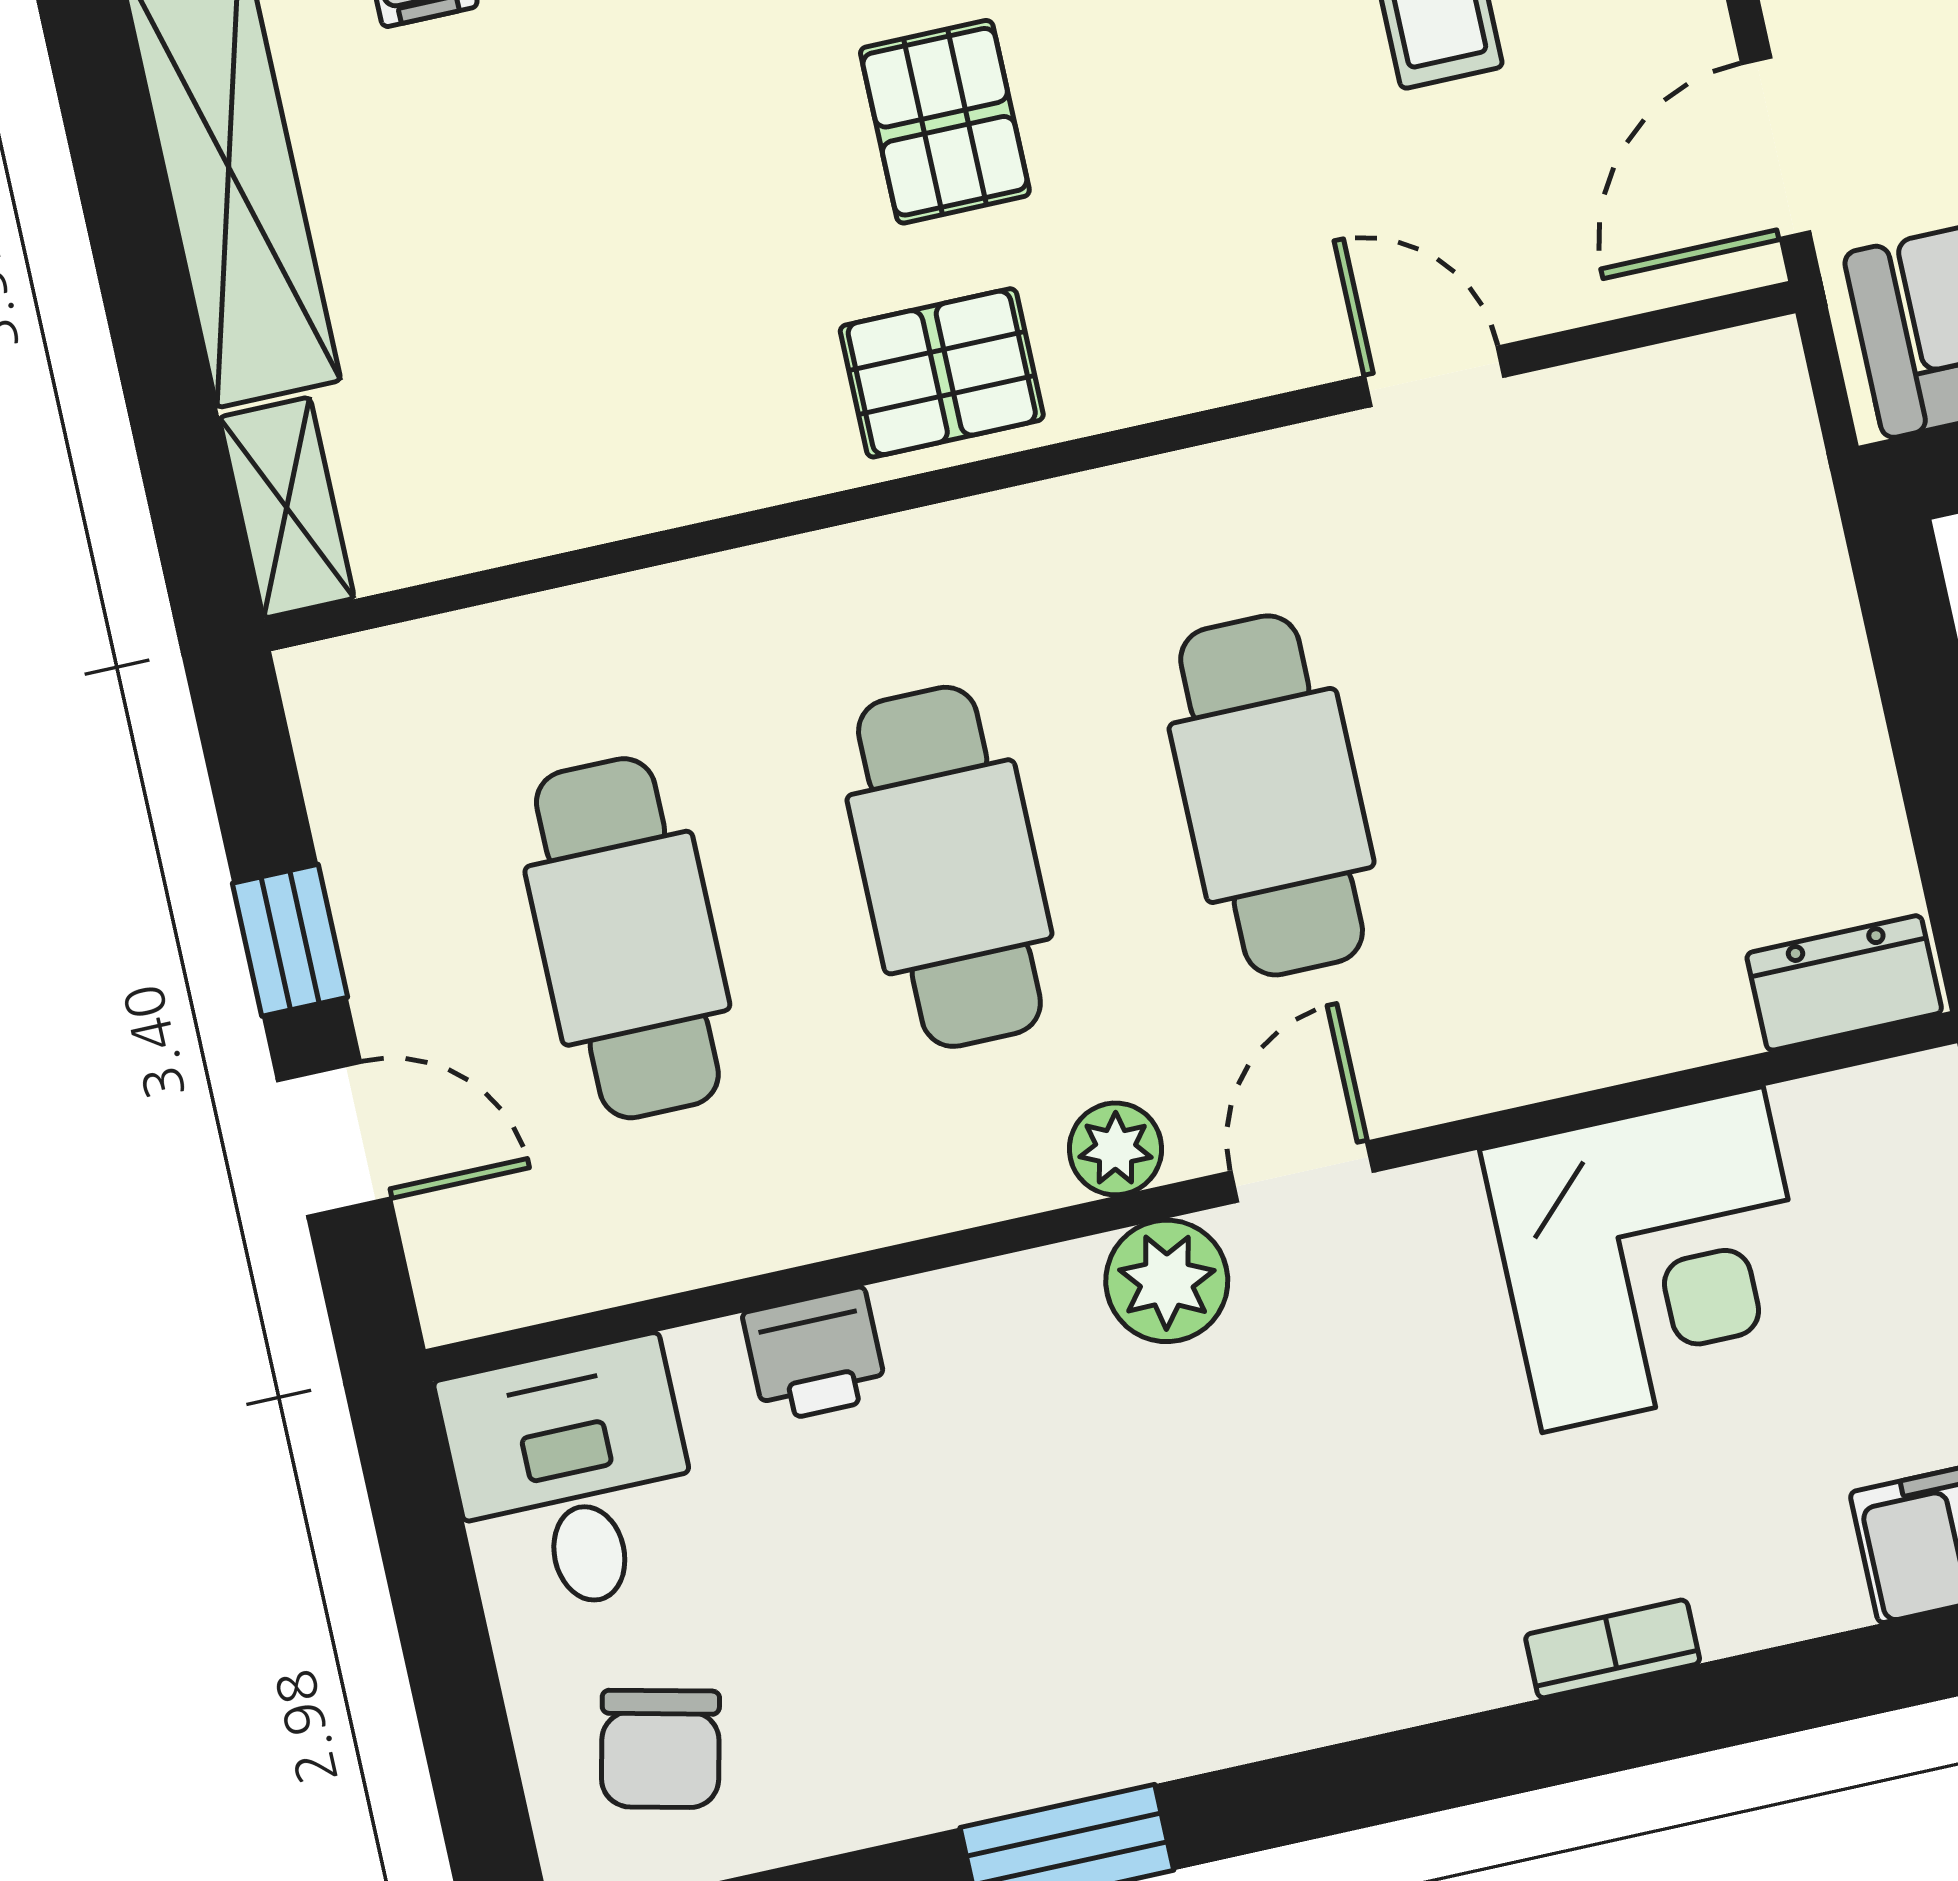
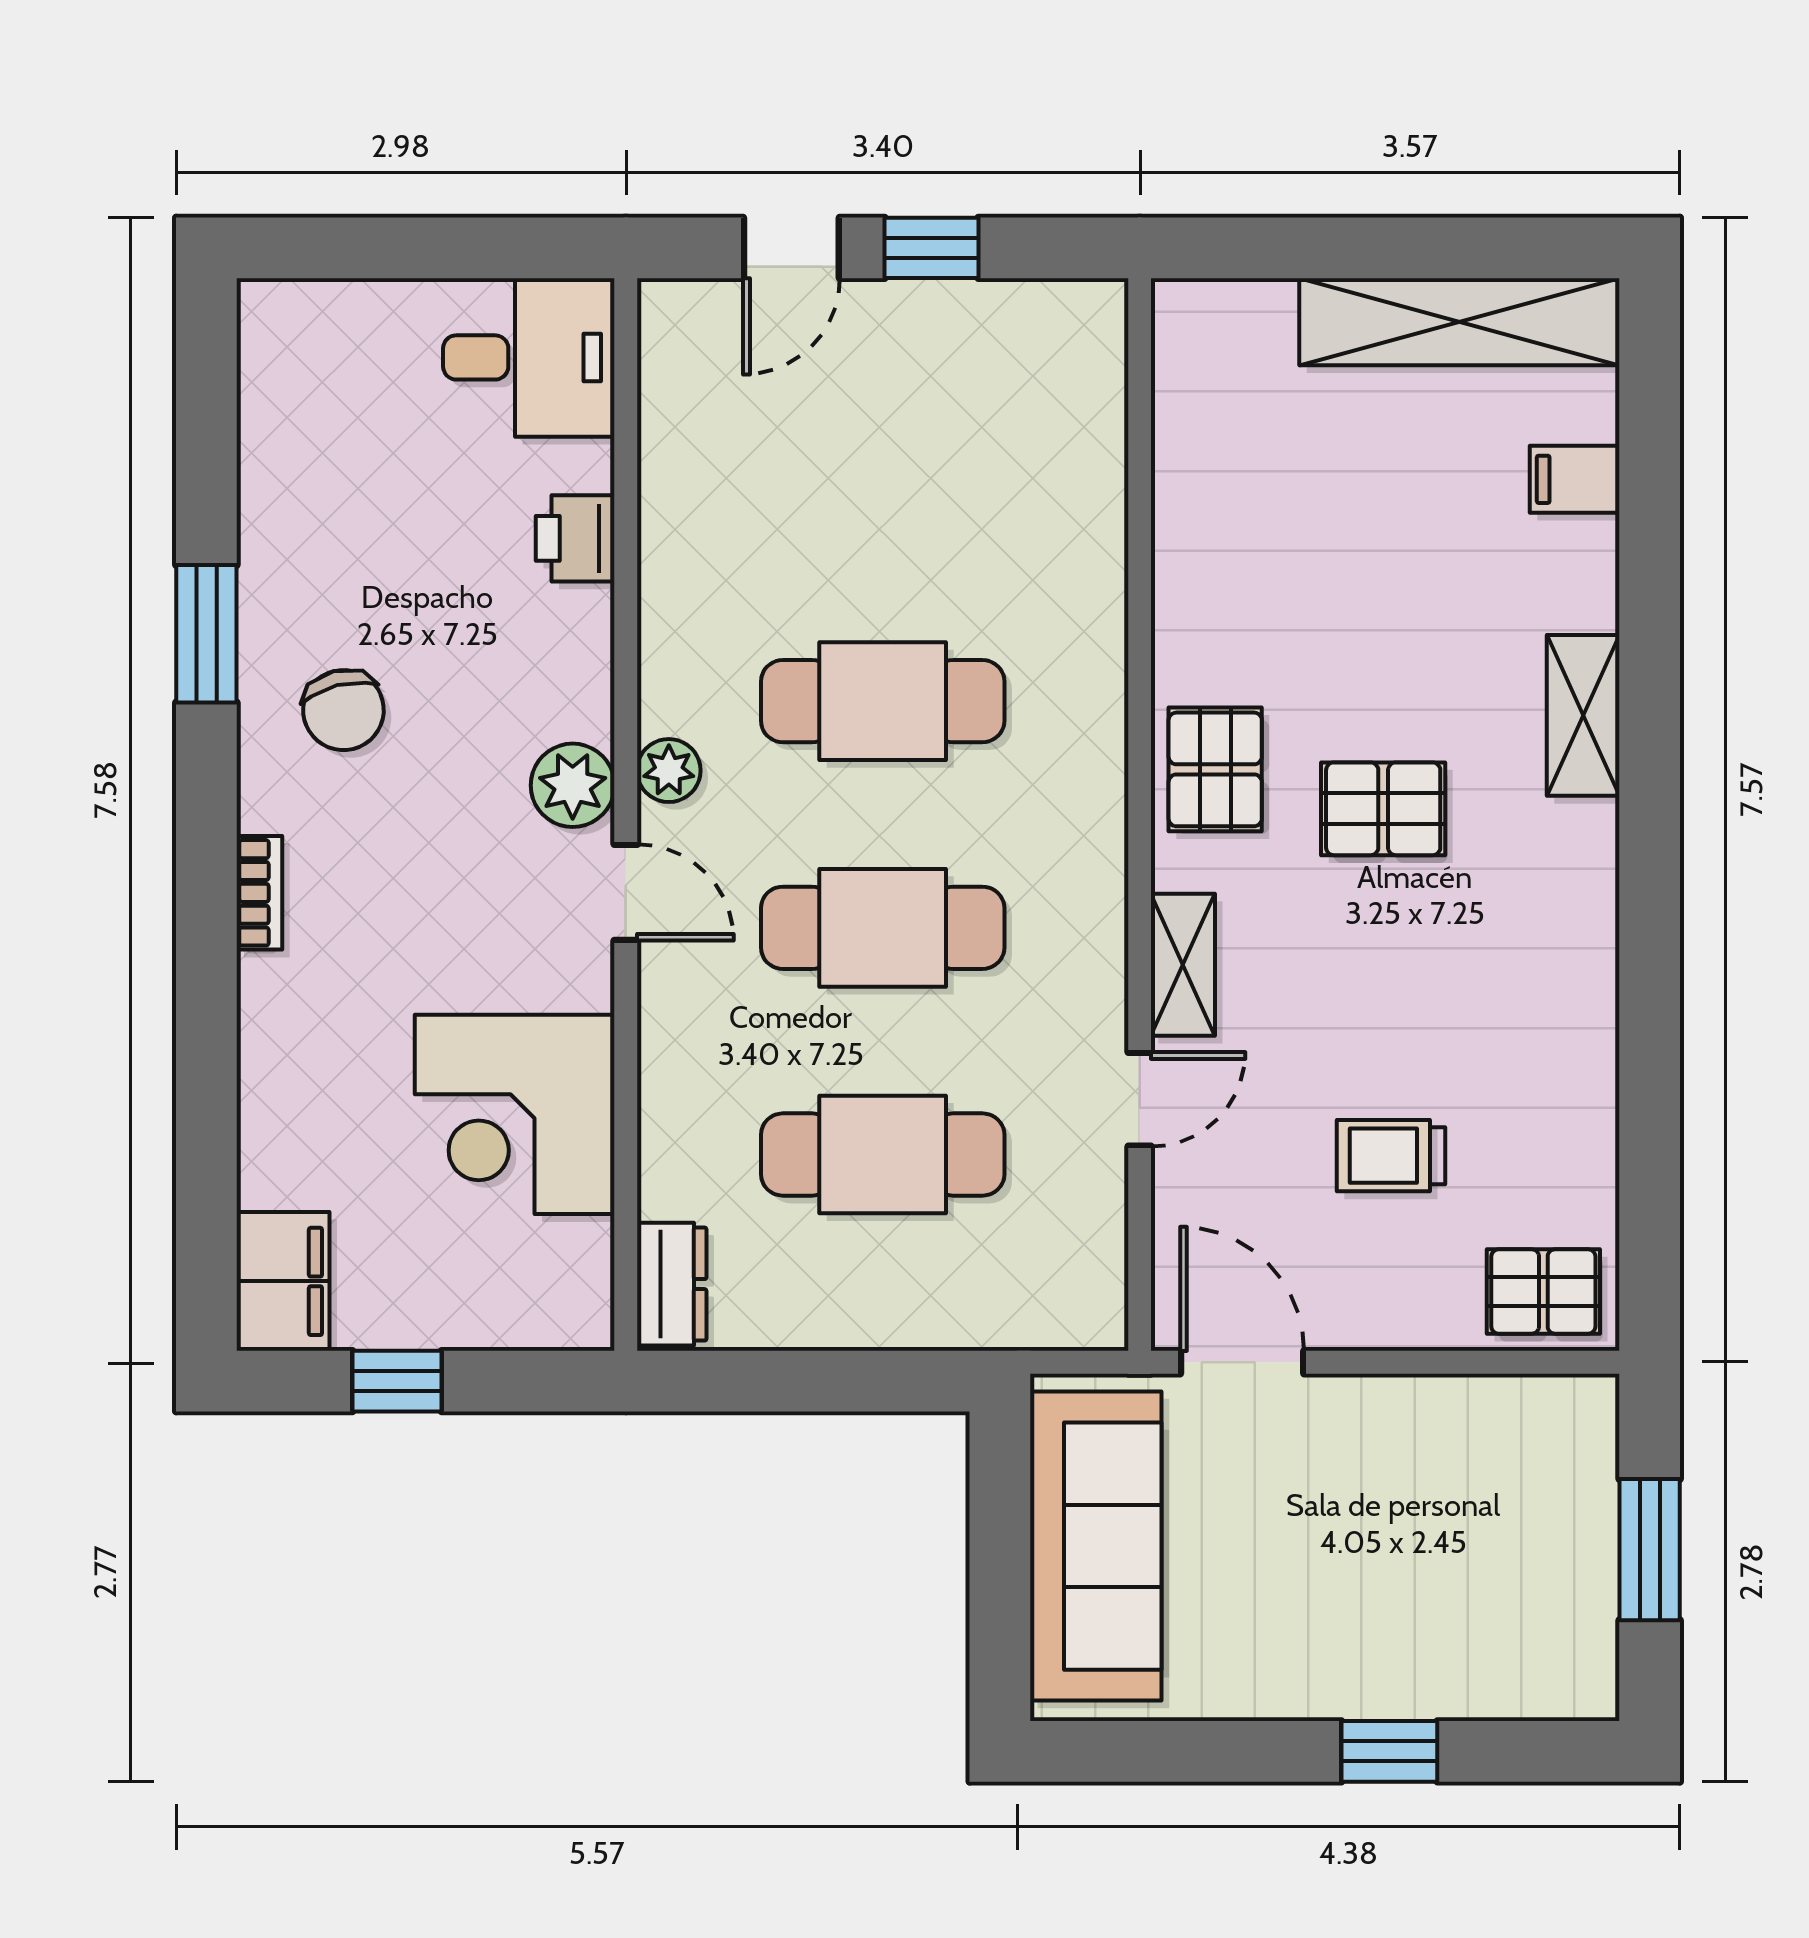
shelving: (287, 508) -> (1183, 965), moved, turned 90
cafe table: (627, 938) -> (883, 1155), moved
bookcase: (1613, 1649) -> (259, 893), moved
chair: (660, 1749) -> (343, 710), moved, turned -117

